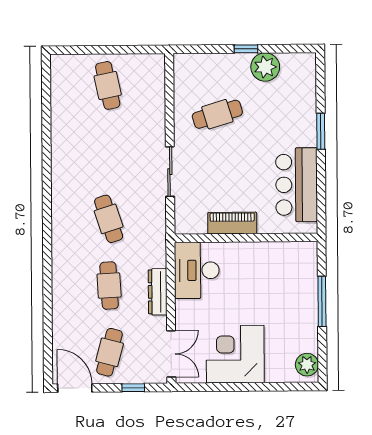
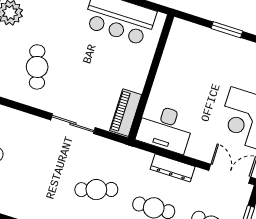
piano: (232, 223) -> (126, 113), moved
window: (322, 301) -> (227, 30), width x0.69

